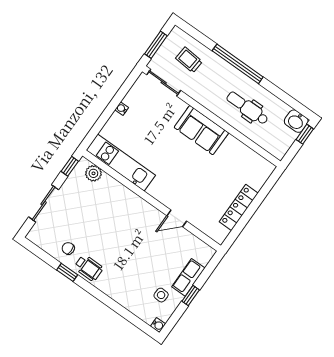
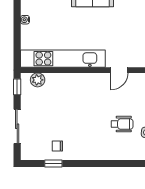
kitchen unit: (121, 163) -> (63, 59), width x1.36
wheelchair: (89, 268) -> (122, 124), moved
window: (67, 272) -> (53, 164), moved

